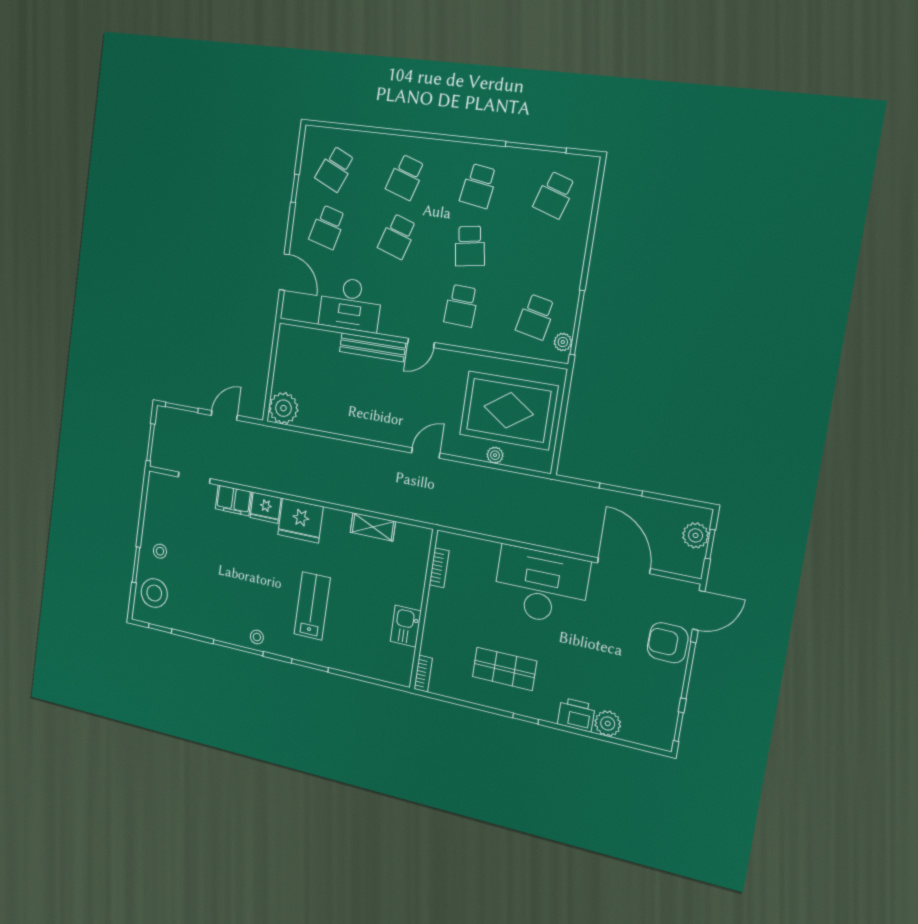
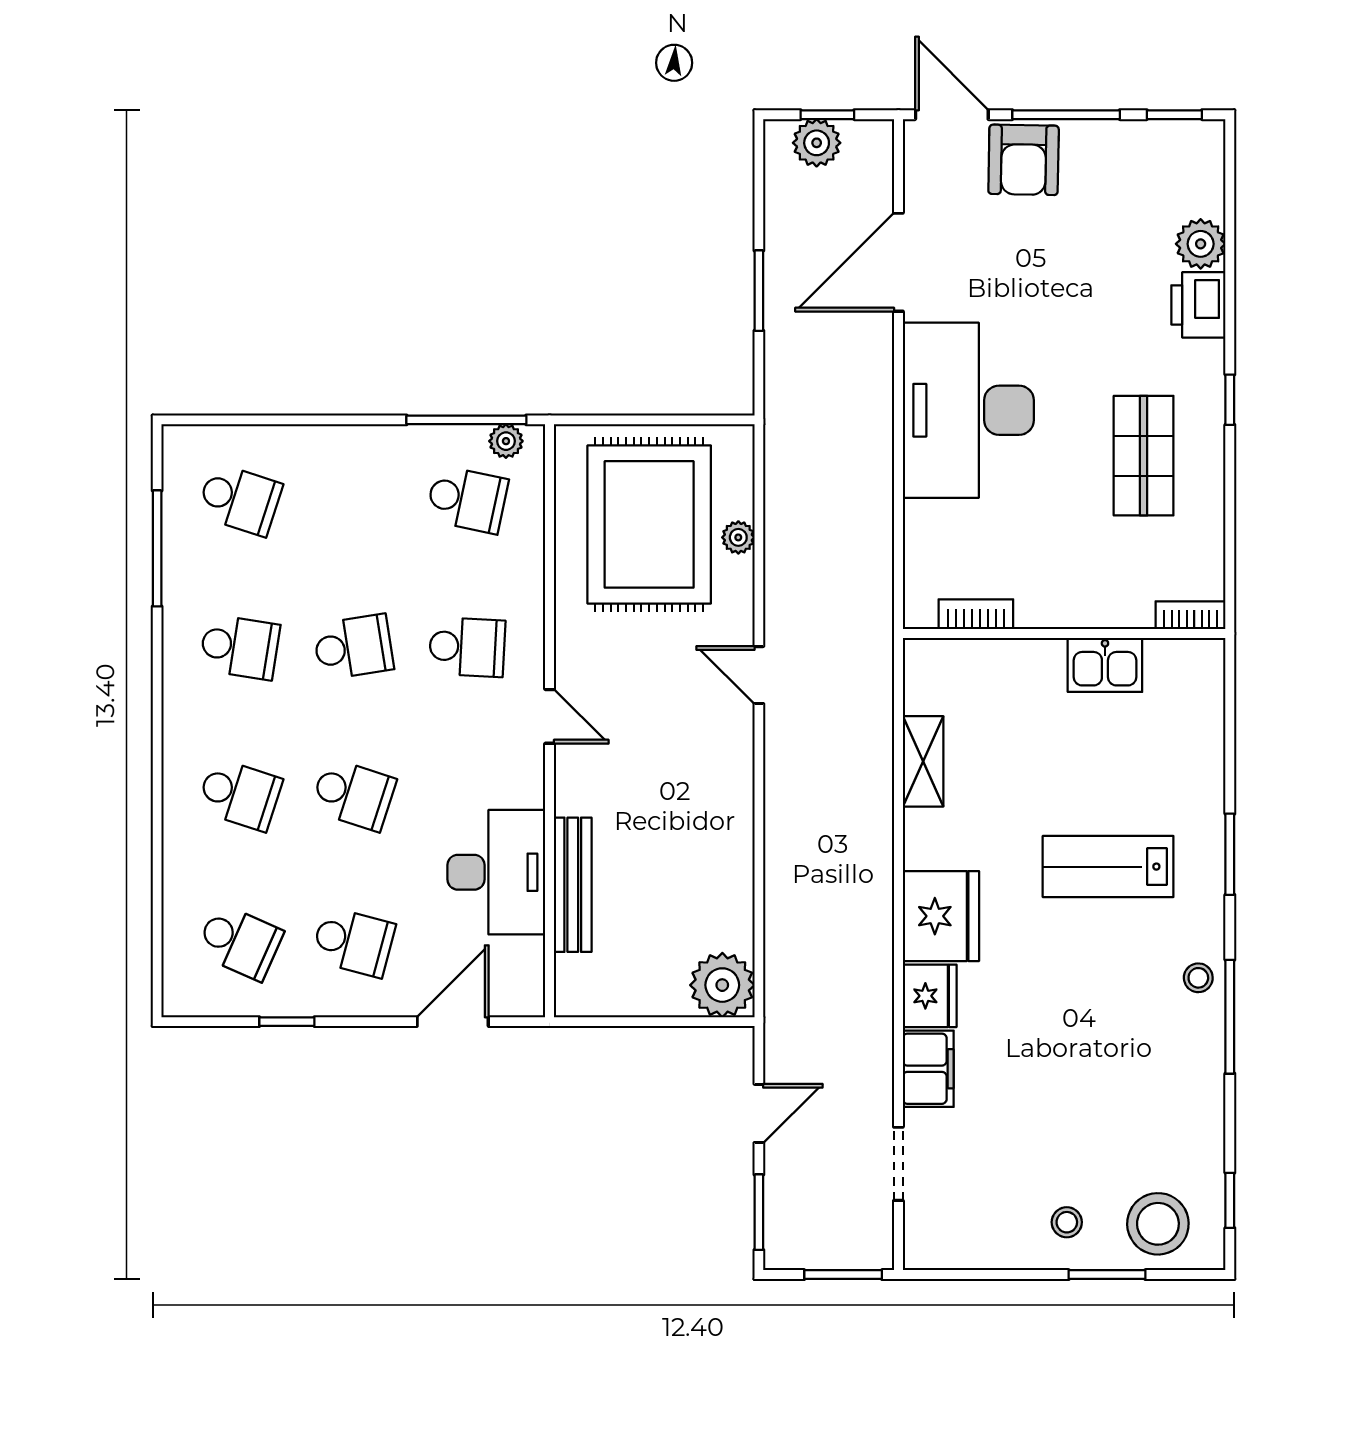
bench: (372, 347) -> (573, 885), moved
door: (224, 415) -> (759, 1113), swing flipped

